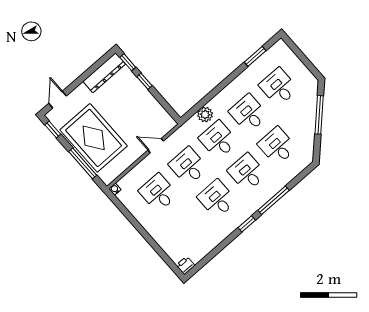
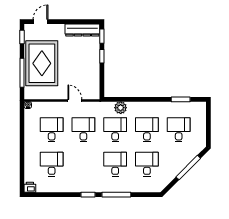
desk: (217, 199) -> (52, 164), moved

